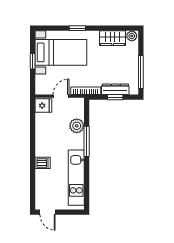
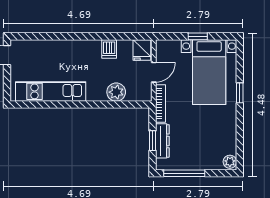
wardrobe: (113, 38) -> (227, 137), removed
door: (61, 96) -> (154, 72), hinge flipped
window: (87, 141) -> (96, 104), removed
dishwasher: (43, 163) -> (109, 49), moved

